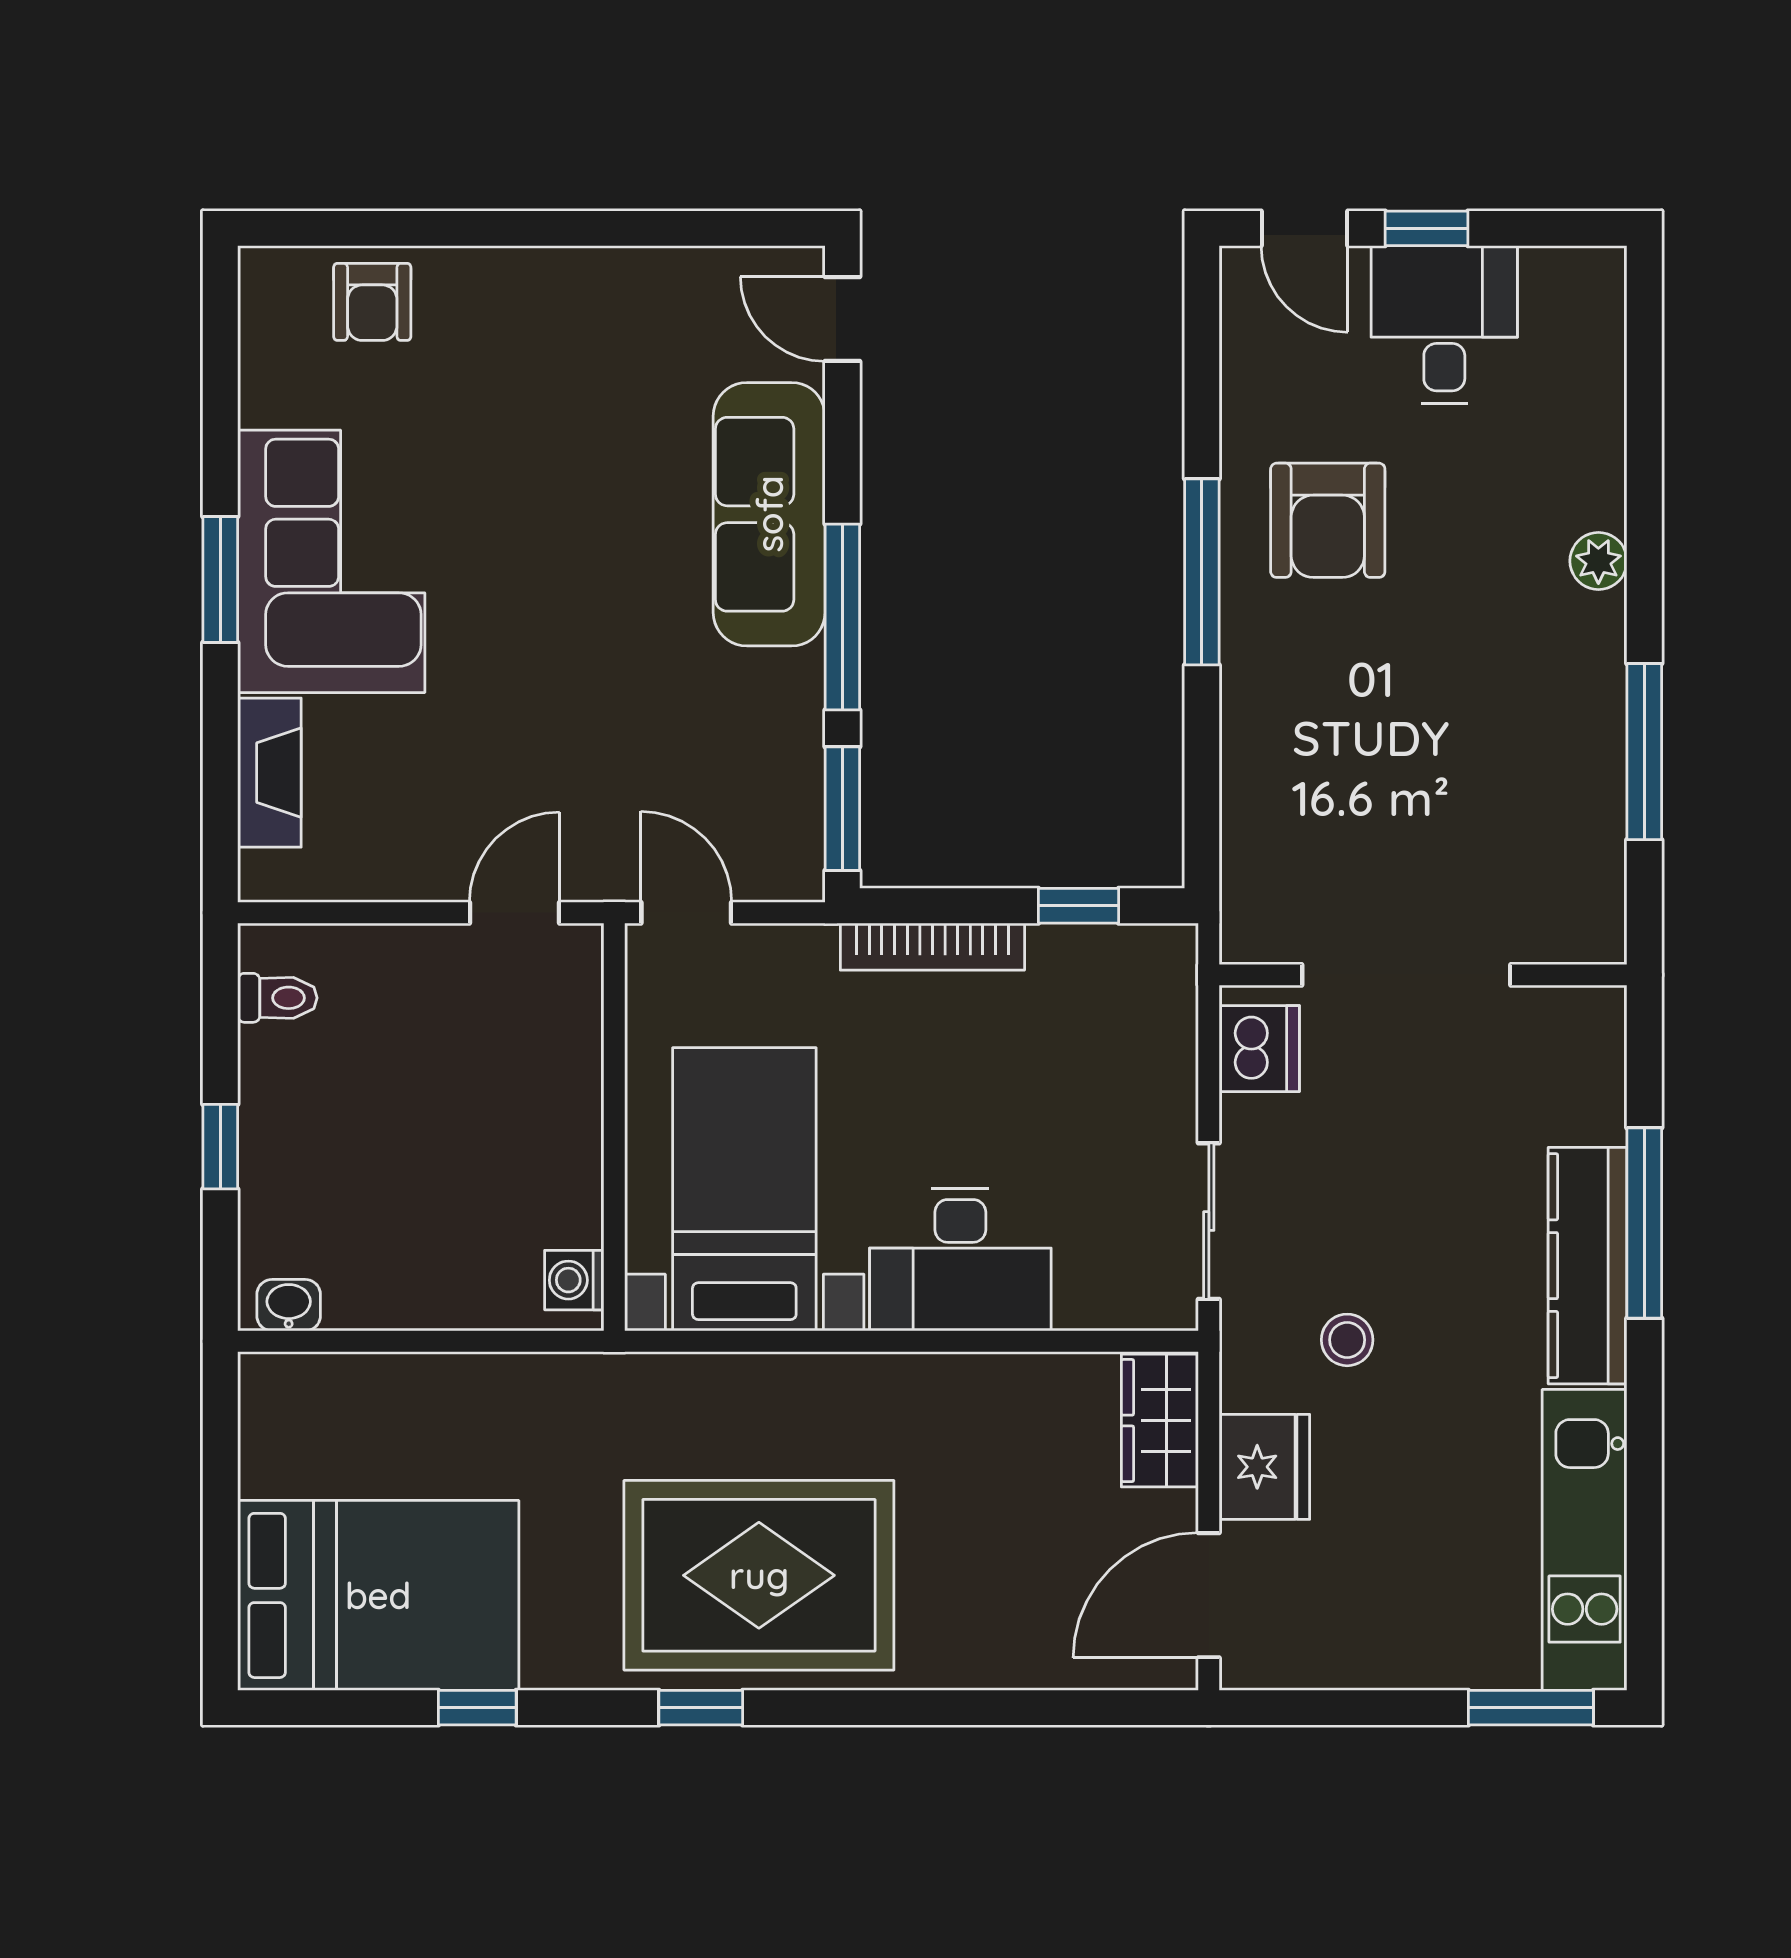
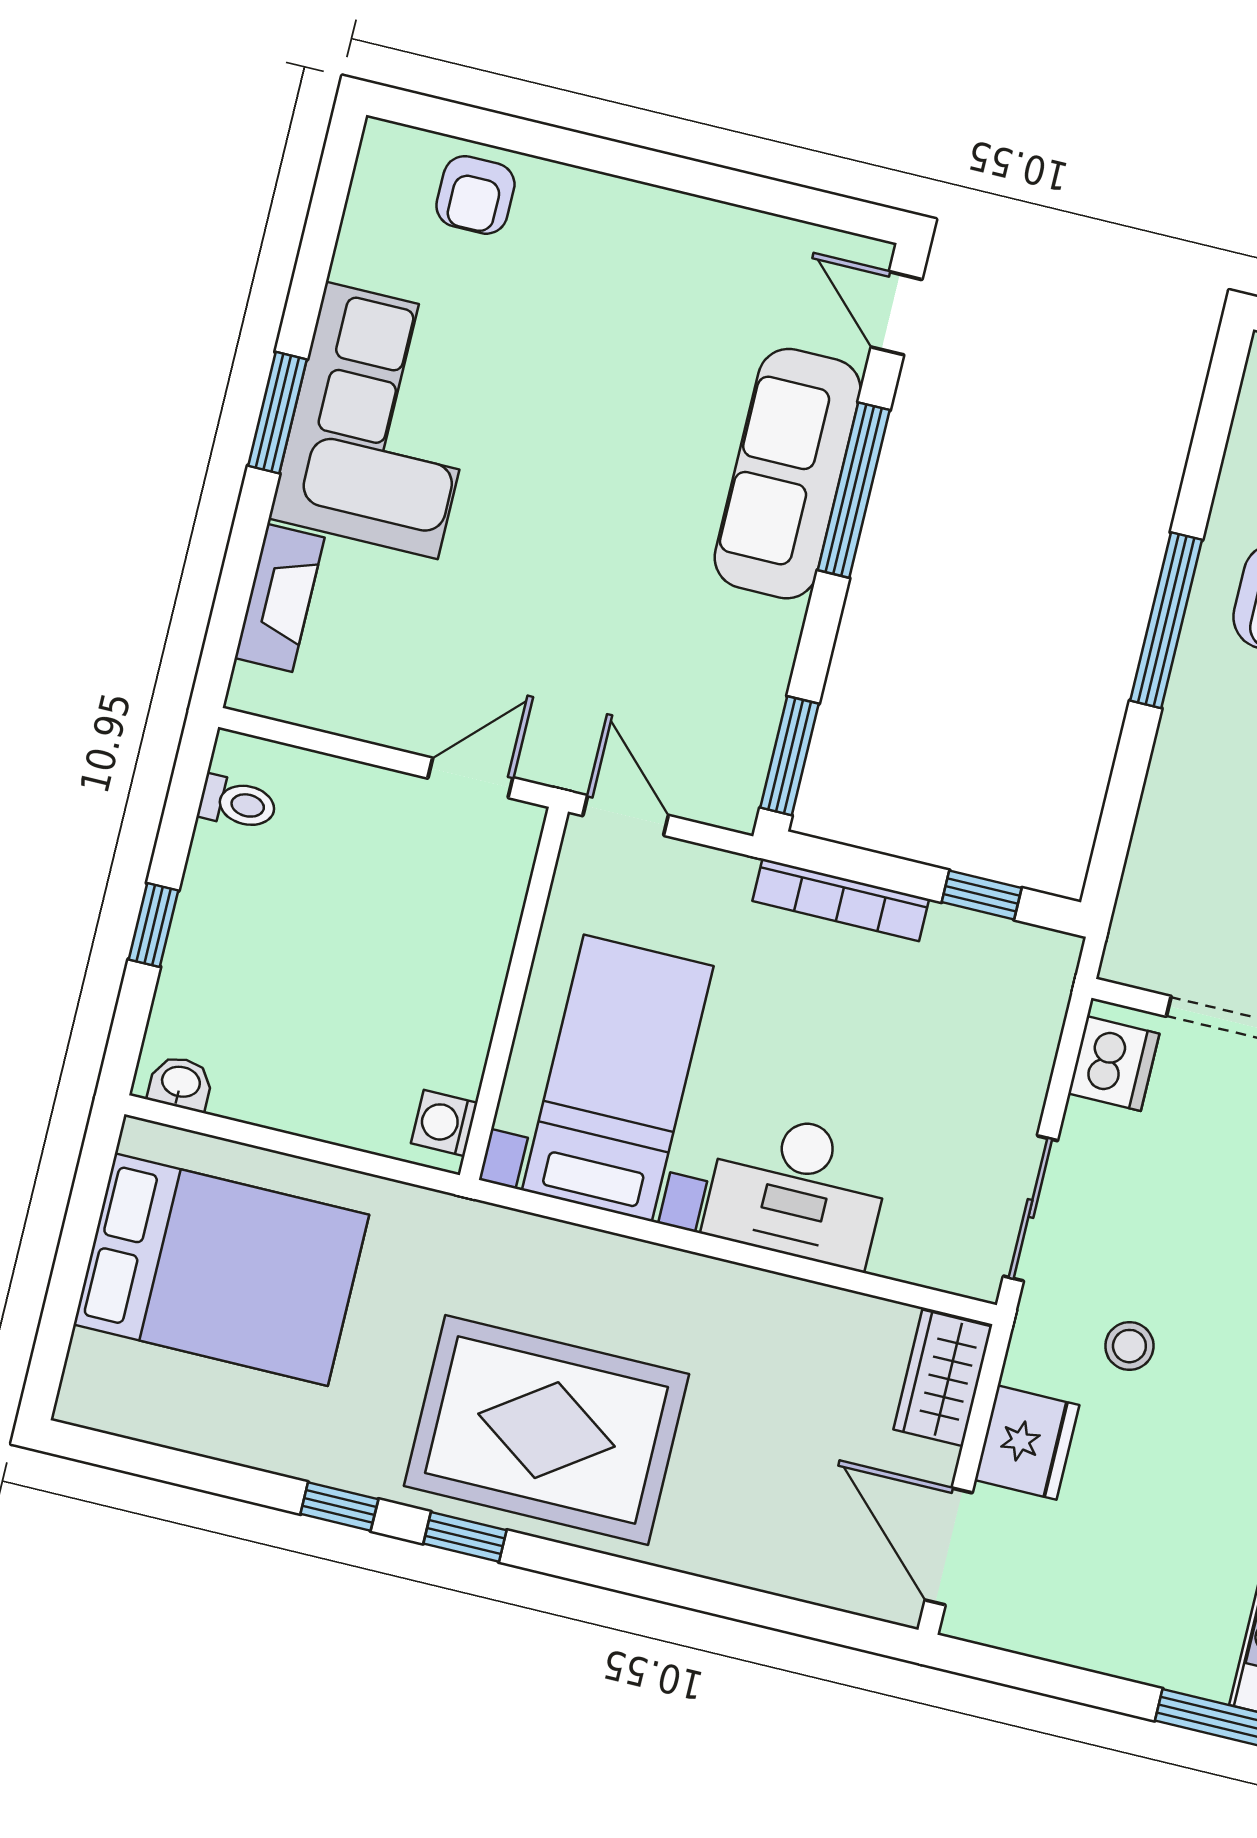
window: (842, 617) -> (854, 490), moved
bed: (378, 1595) -> (221, 1270), moved
door: (1209, 1595) -> (949, 1546), hinge flipped
window: (477, 1708) -> (339, 1507), moved

